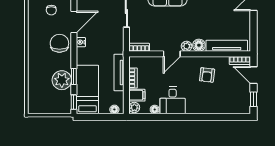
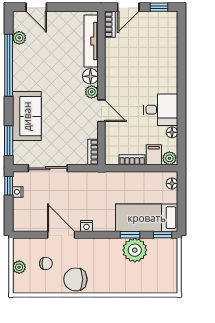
chair: (59, 43) -> (75, 279), moved
tv unit: (119, 73) -> (125, 178), removed
armchair: (207, 75) -> (128, 66), removed

